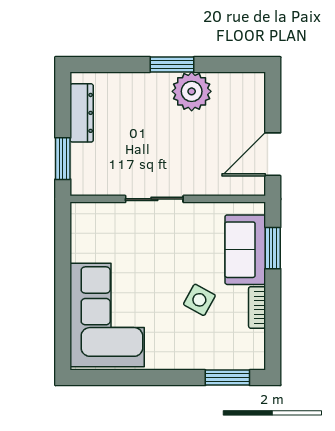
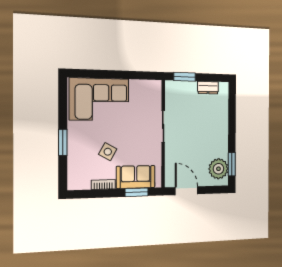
window: (172, 64) -> (232, 164), moved
plant: (192, 91) -> (218, 169), moved
dresser: (82, 113) -> (208, 88), width x0.70
window: (227, 378) -> (63, 142), moved

